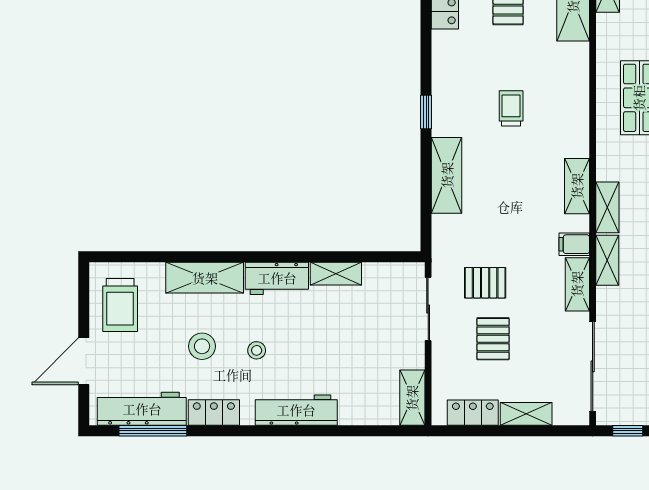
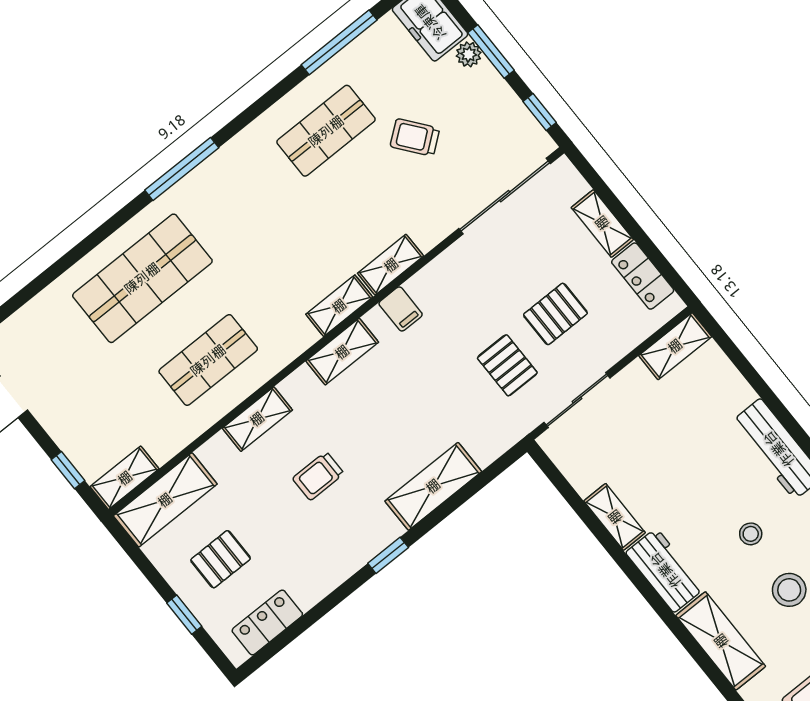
shelving: (577, 284) -> (257, 419), moved

